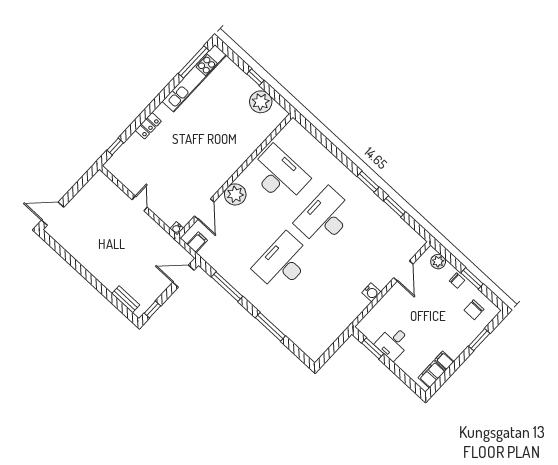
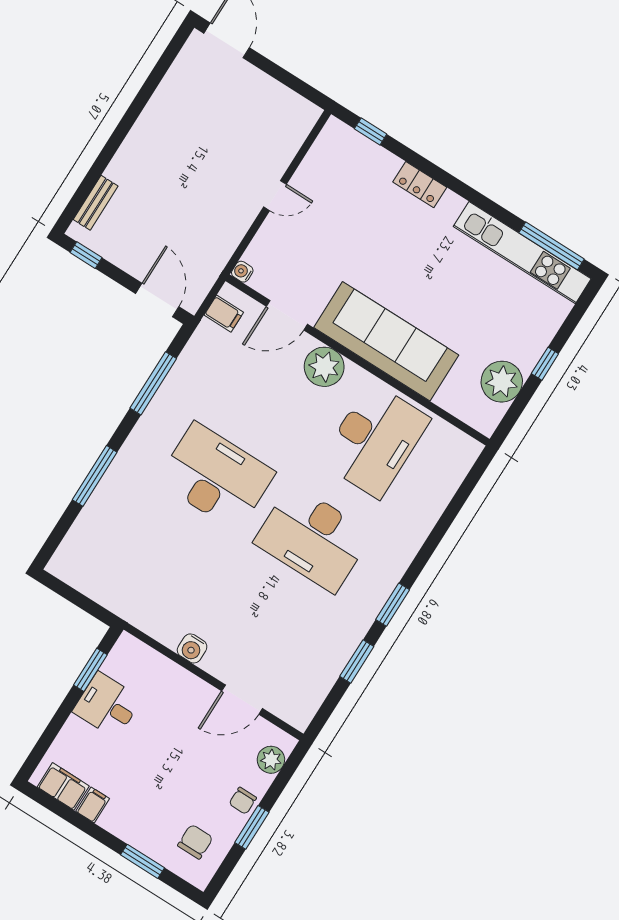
sofa: (228, 159) -> (386, 341), added
desk: (325, 217) -> (313, 538), turned 180
chair: (474, 310) -> (195, 842), turned 90

